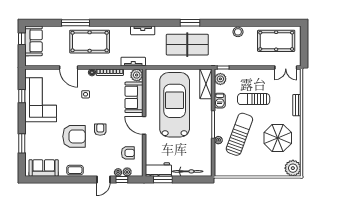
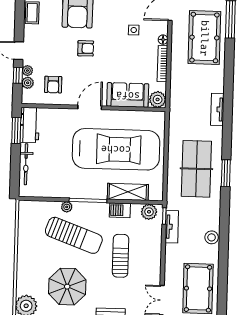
tv unit: (133, 62) -> (172, 227), moved
shelving: (206, 84) -> (128, 192), moved

